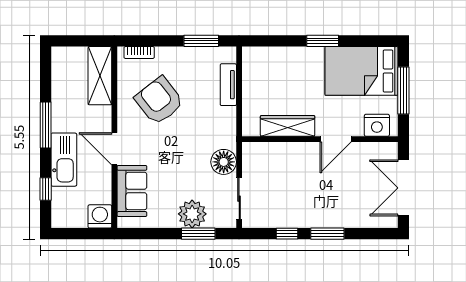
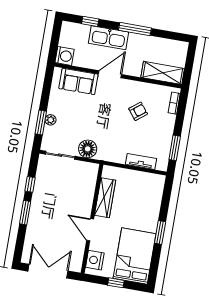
window: (403, 90) -> (116, 283), width x0.46
armchair: (159, 101) -> (138, 111), width x0.53, depth x0.53
plant: (192, 214) -> (51, 120), width x0.53, depth x0.53

